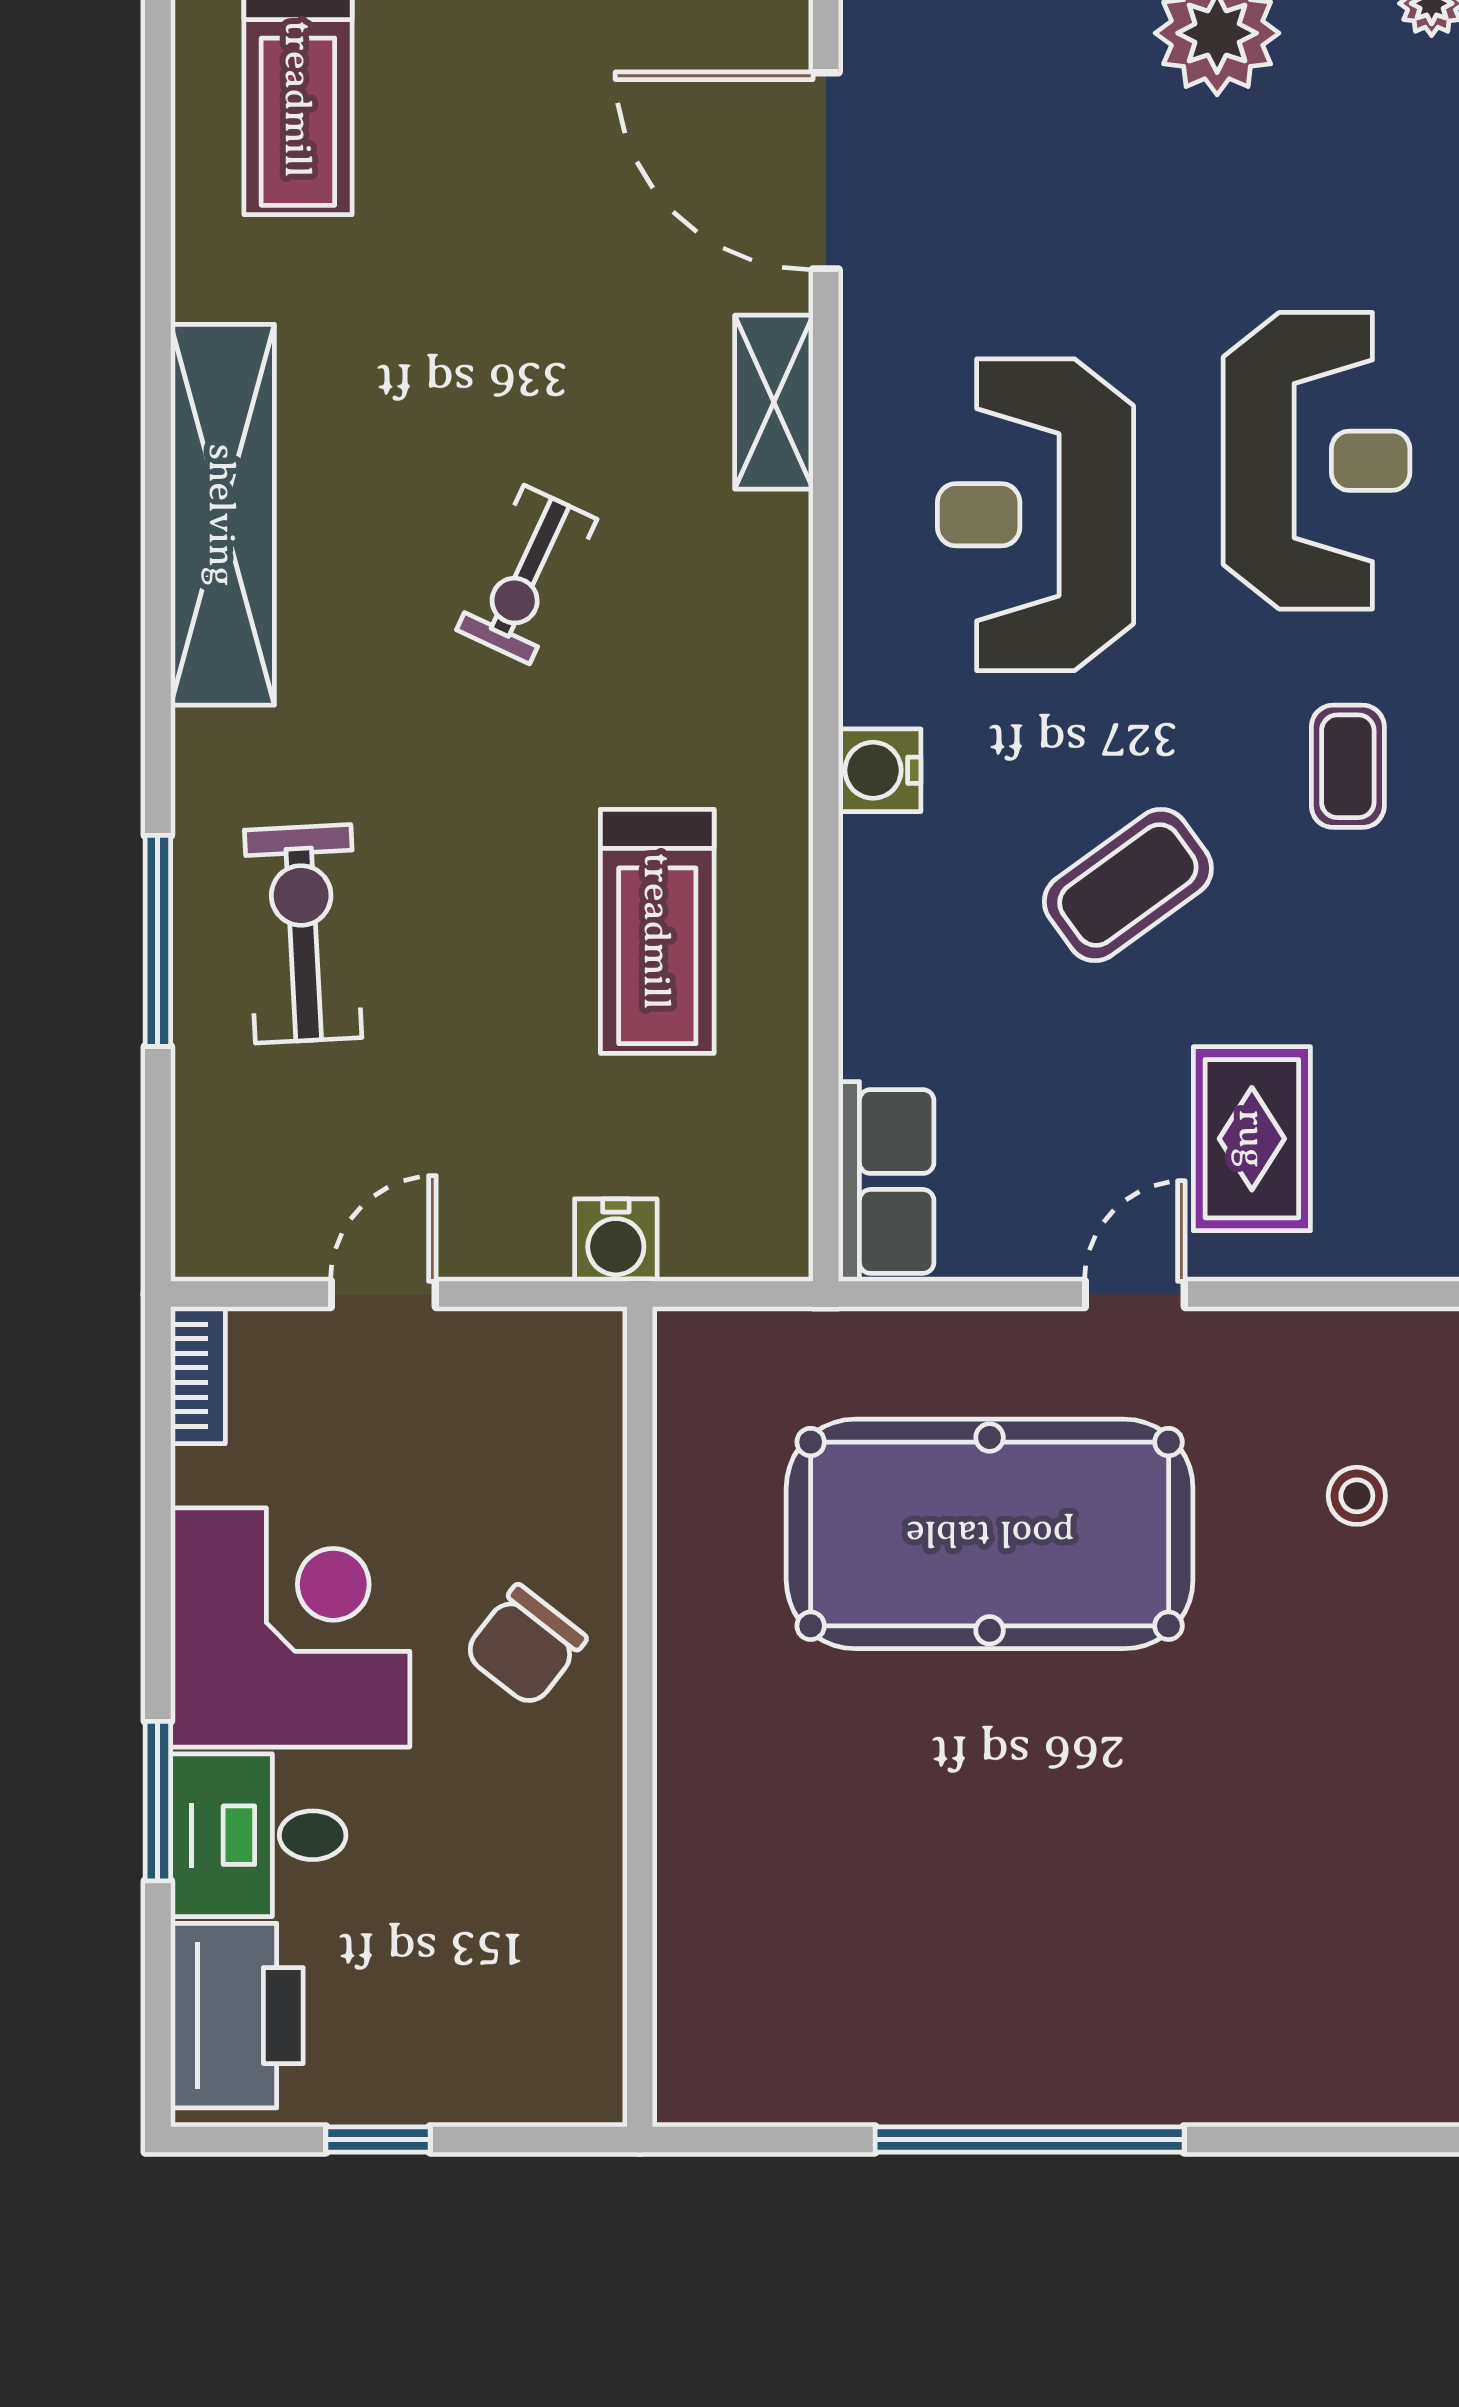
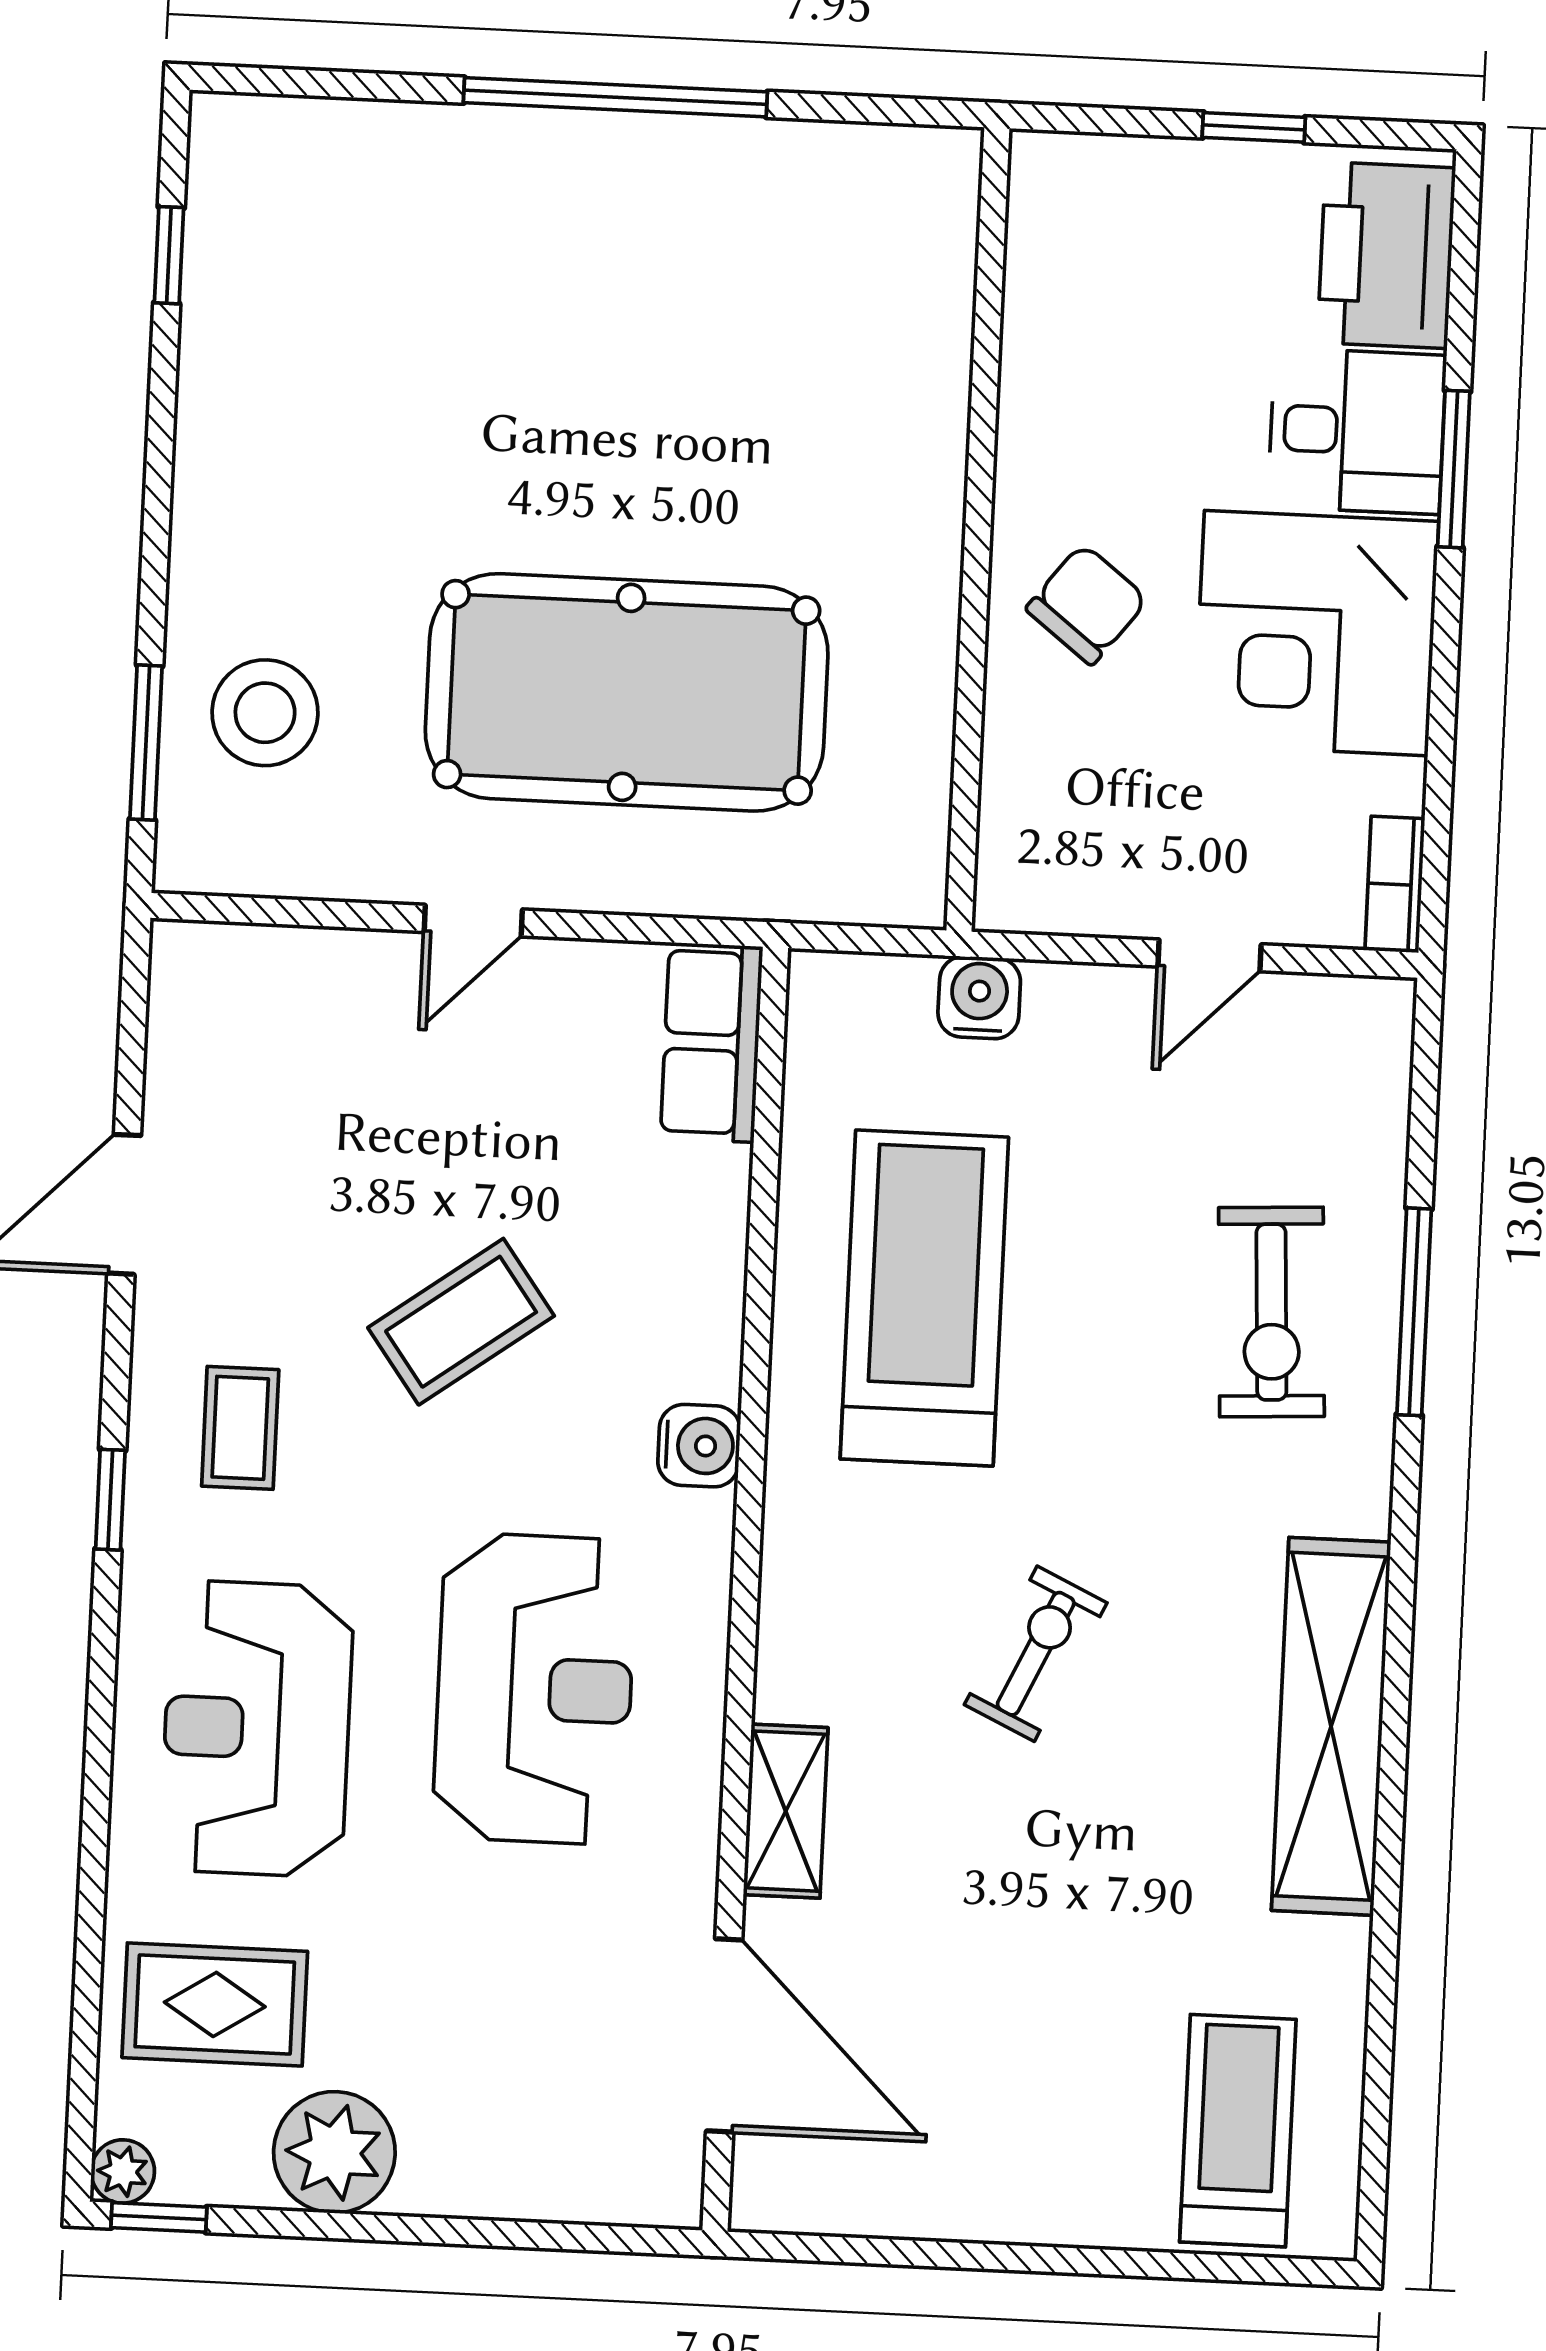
treadmill: (657, 931) -> (924, 1298), width x1.37, depth x1.38
rug: (1252, 1139) -> (215, 2004), moved, turned 90
stool: (1357, 1496) -> (265, 713), width x1.89, depth x1.89

